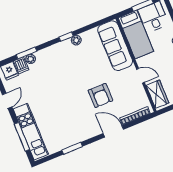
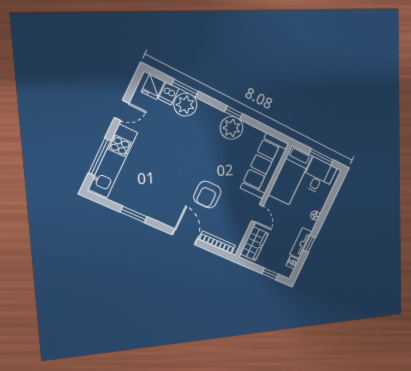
plant: (76, 40) -> (232, 128), width x1.88, depth x1.88
plant: (31, 59) -> (185, 105), width x1.88, depth x1.88

